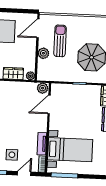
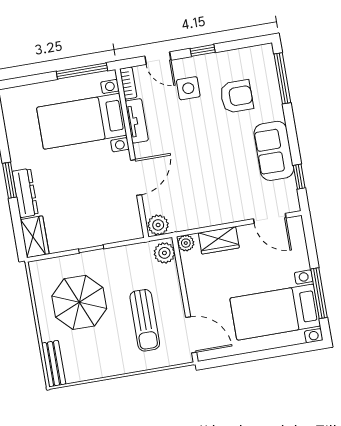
door: (38, 28) -> (191, 335), hinge flipped
plant: (43, 53) -> (164, 253), moved
door: (49, 104) -> (136, 177), moved
door: (24, 174) -> (158, 58), hinge flipped

